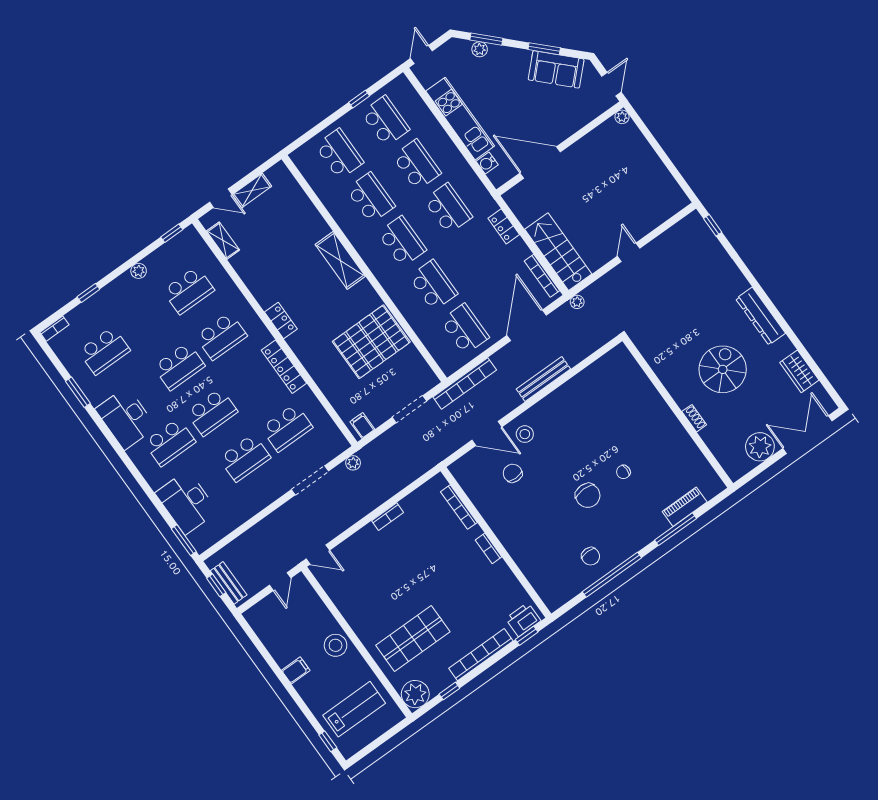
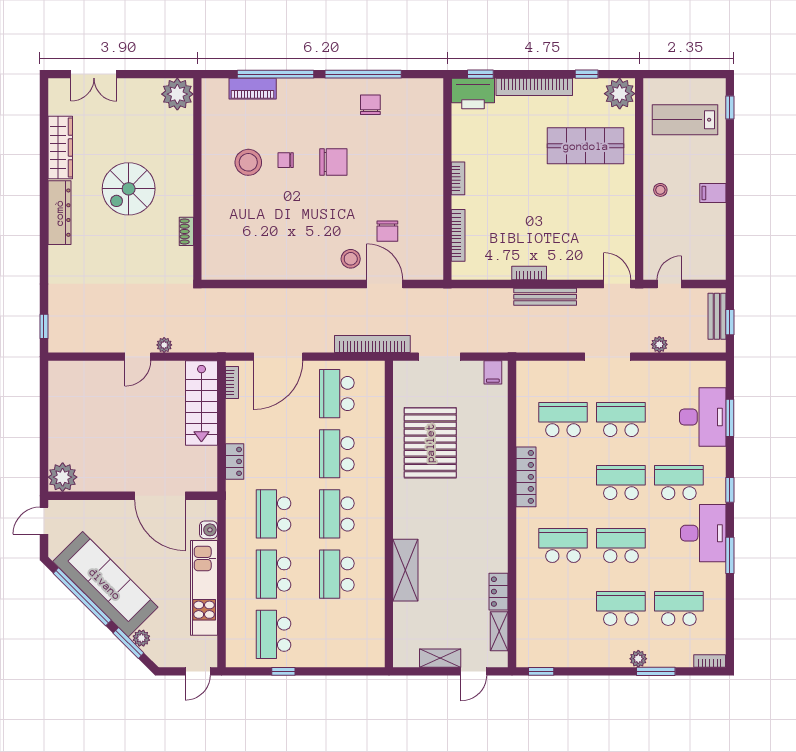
window: (544, 49) -> (82, 597), width x2.11
sofa: (556, 69) -> (105, 584), width x1.85, depth x1.27
plant: (622, 117) -> (63, 477), width x1.88, depth x1.88
school desk: (339, 154) -> (337, 634), removed
door: (221, 198) -> (474, 671), swing flipped
shelving: (340, 260) -> (405, 570), moved
plant: (139, 271) -> (638, 659), moved
bookcase: (542, 276) -> (232, 383), width x0.64
school desk: (189, 290) -> (621, 608), moved
window: (88, 293) -> (656, 671), width x1.50
plant: (577, 302) -> (164, 345), moved
locker: (281, 321) -> (499, 592), moved
pallet: (371, 342) -> (430, 443), turned 90
wardrobe: (799, 371) -> (60, 148), width x1.50
bench: (543, 379) -> (545, 297), moved
window: (78, 392) -> (730, 555), moved
shoe rack: (694, 418) -> (186, 231), moved
double door: (808, 435) -> (94, 74), width x0.73
plant: (760, 447) -> (177, 94), moved
stool: (649, 451) -> (248, 162), added
window: (129, 463) -> (730, 490), added
plant: (353, 463) -> (659, 344), moved
chair: (623, 472) -> (286, 160), turned 180
doorway: (310, 480) -> (608, 357), moved
chair: (588, 495) -> (333, 162), turned 90
window: (676, 529) -> (275, 74), width x1.46
window: (184, 540) -> (730, 418), moved
printer: (523, 620) -> (473, 94), width x1.37, depth x1.19
stool: (336, 645) -> (660, 190), width x0.53, depth x0.53

